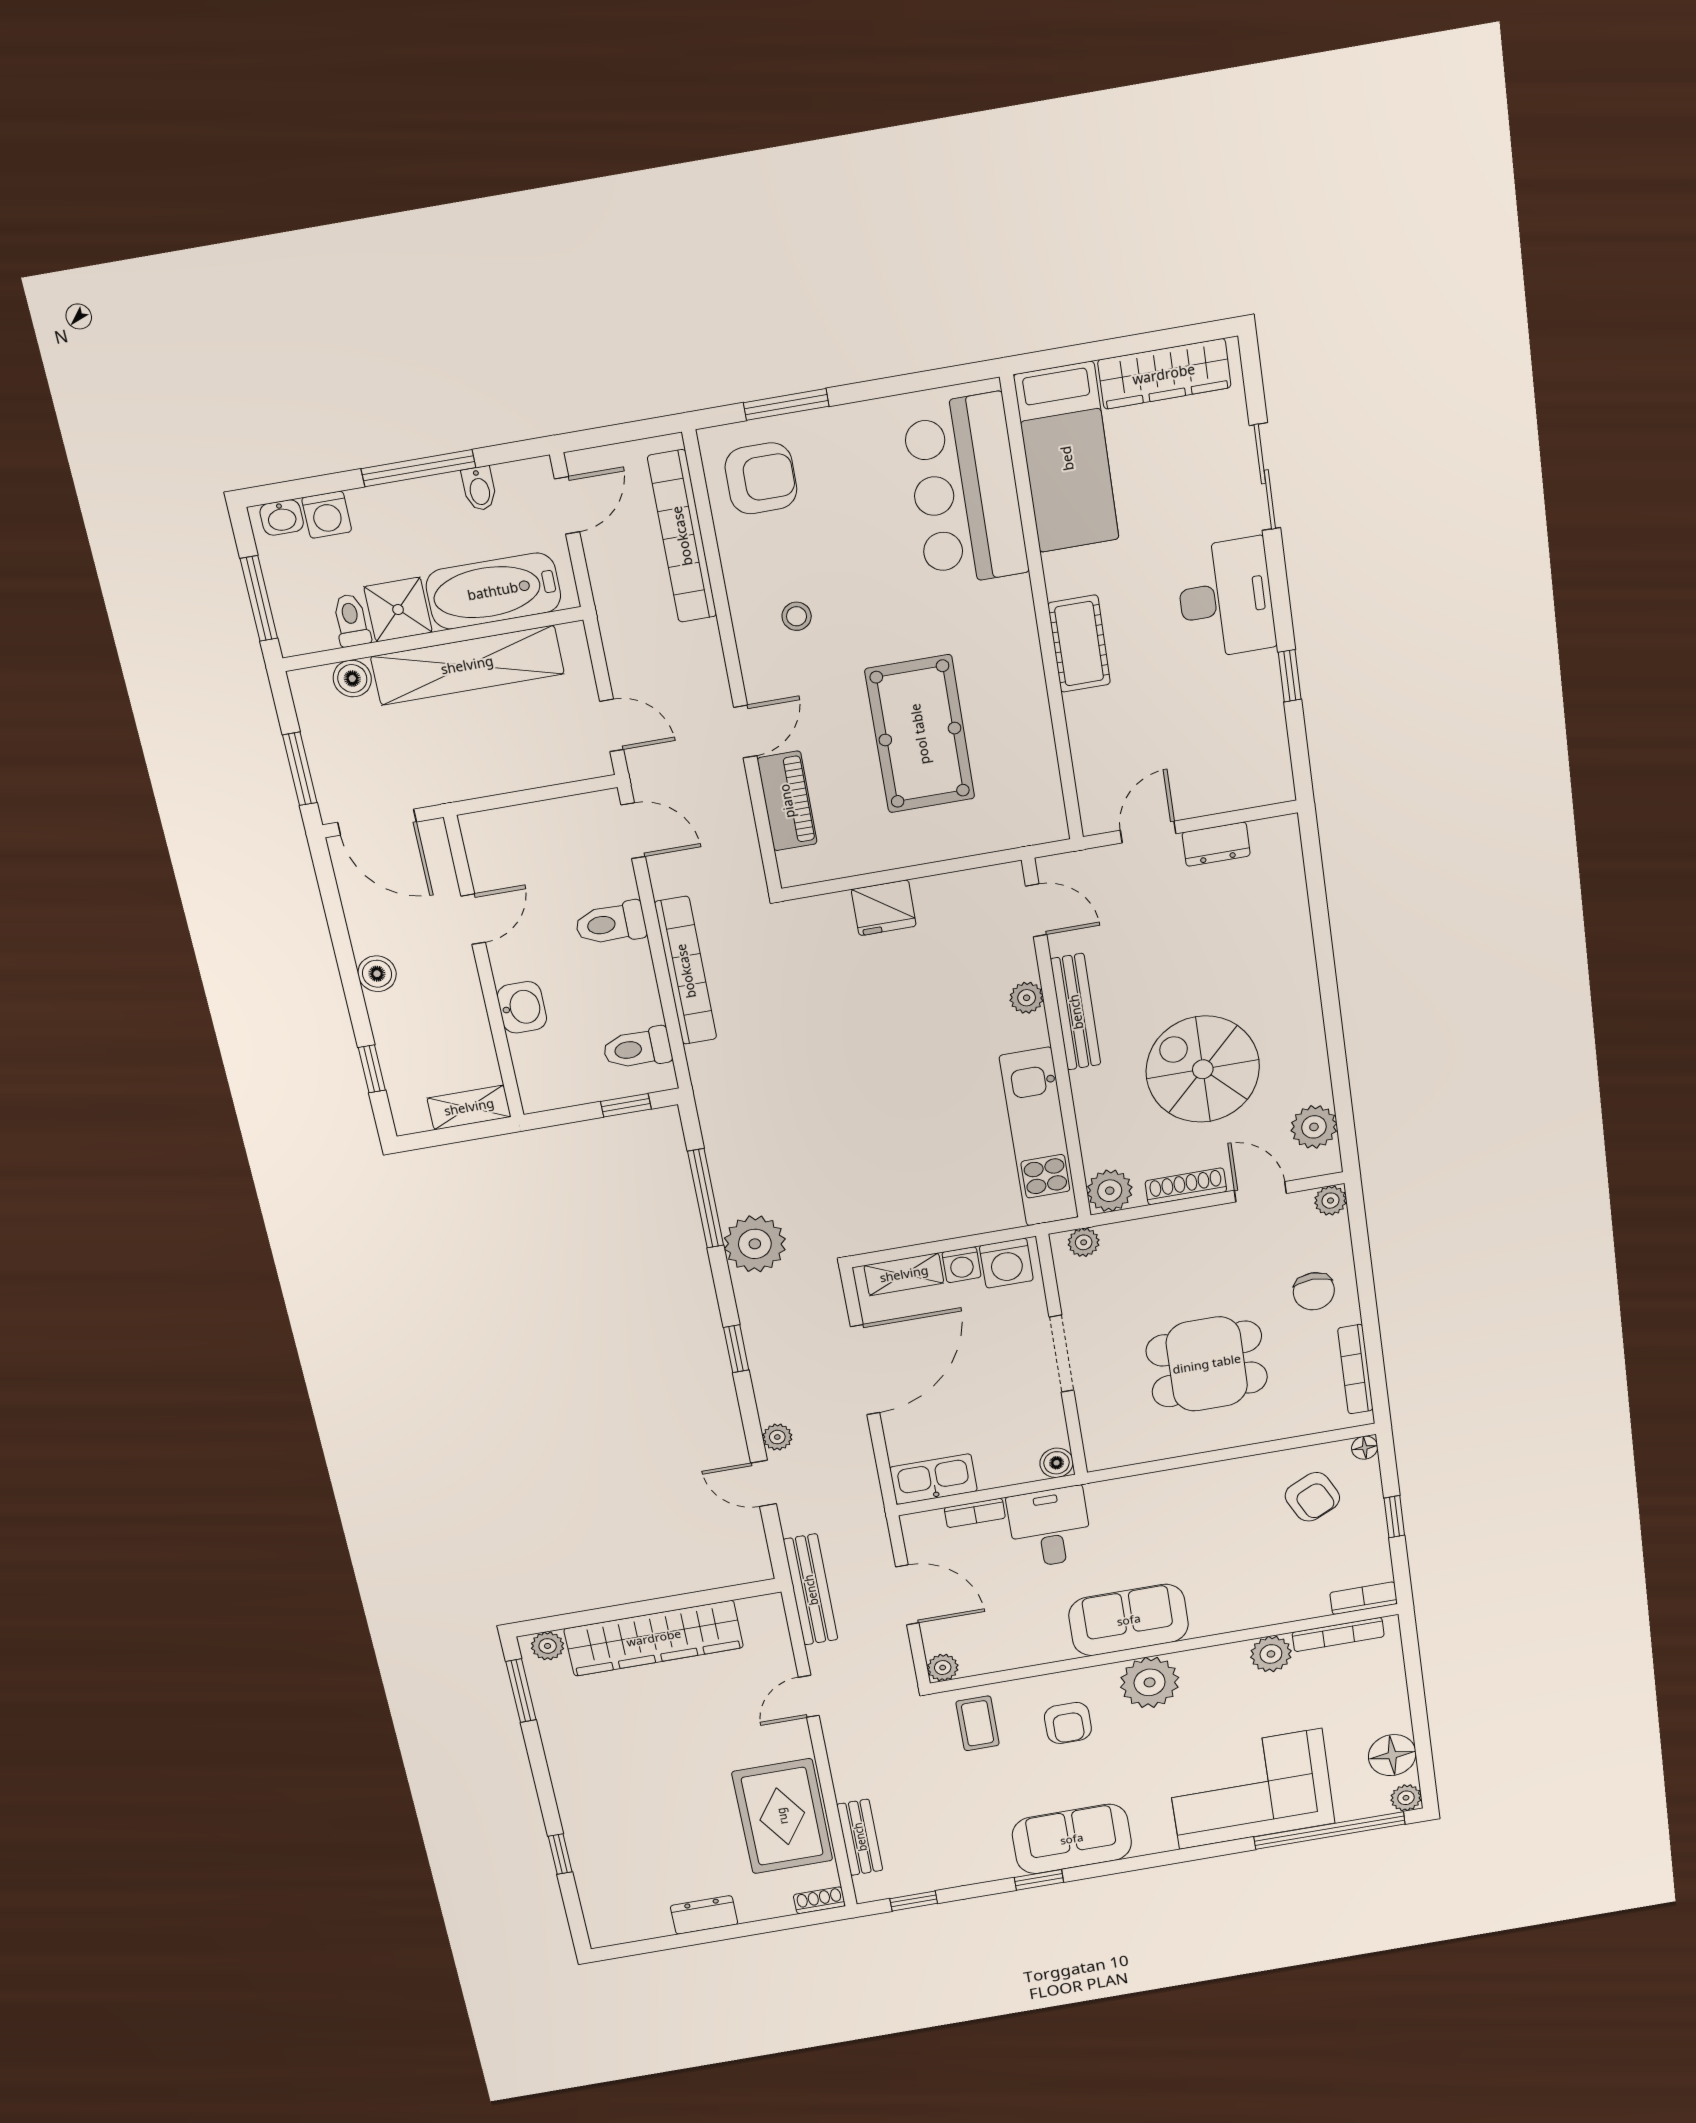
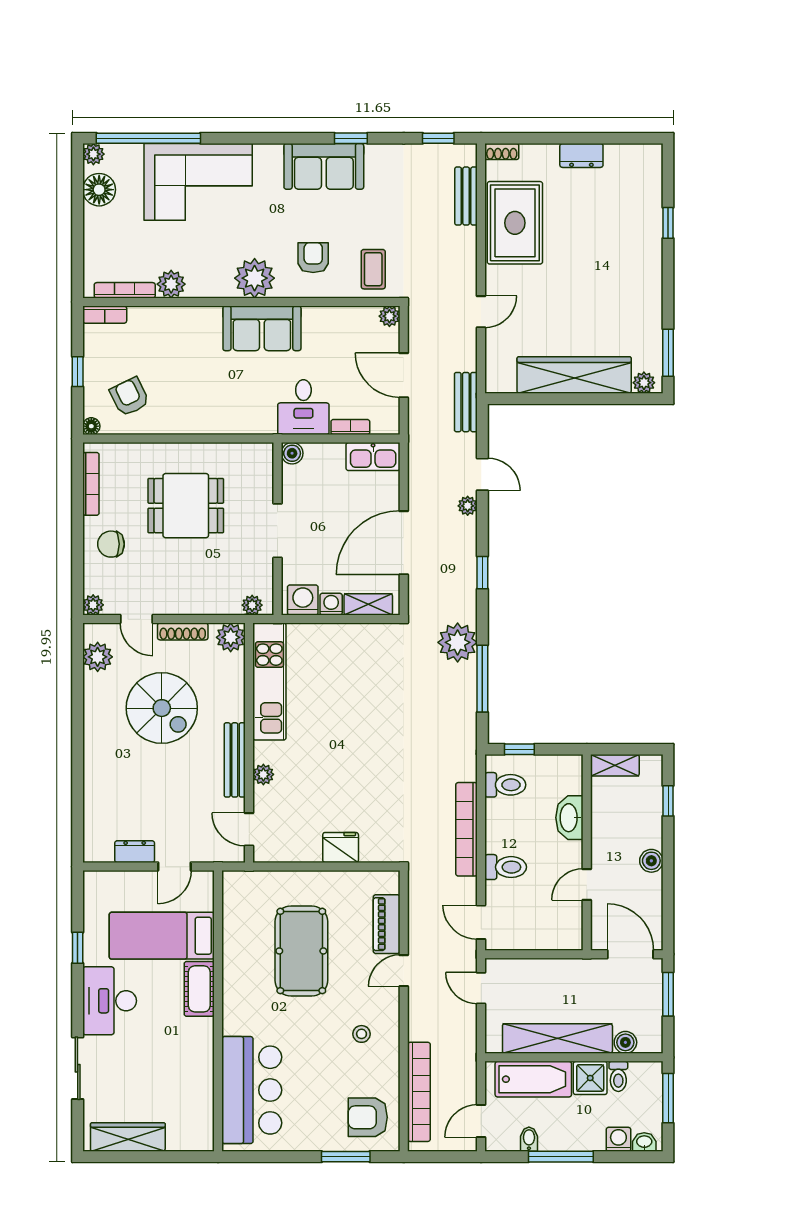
bed: (1067, 458) -> (162, 936), moved, turned -90
washbasin: (522, 1007) -> (569, 818), width x1.38
chair: (1314, 1291) -> (111, 544), turned -90
bench: (811, 1590) -> (466, 402), width x0.73

